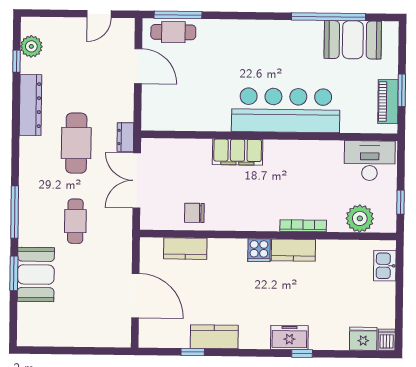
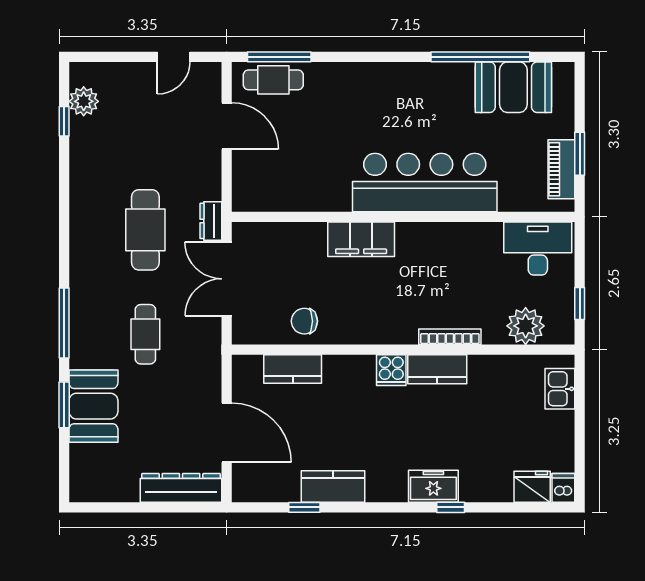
dresser: (30, 105) -> (181, 488), moved, turned -90

